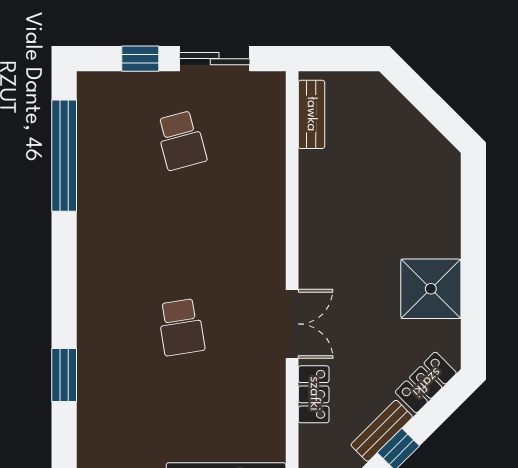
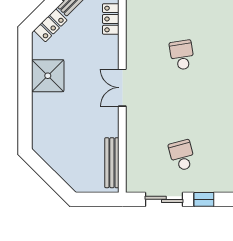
bench: (311, 114) -> (112, 163), width x1.36
double door: (292, 324) -> (122, 88), moved

